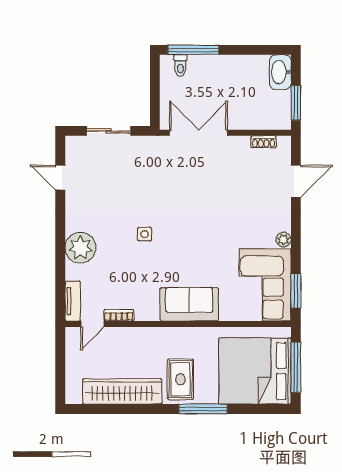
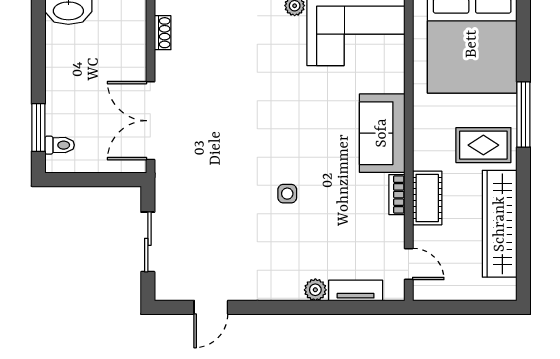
window: (193, 50) -> (38, 128), width x0.69
plant: (80, 248) -> (315, 290), width x0.53, depth x0.53
tv unit: (73, 301) -> (356, 291), moved
bookcase: (119, 315) -> (397, 195), moved
cot: (141, 338) -> (427, 198), added

